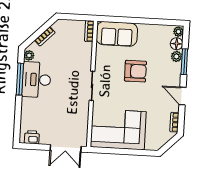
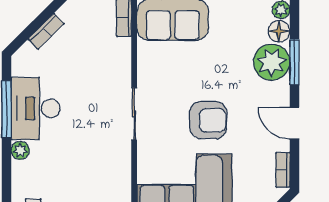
plant: (29, 55) -> (20, 150), moved
plant: (176, 56) -> (272, 62), width x1.87, depth x1.87
armchair: (135, 71) -> (208, 120), moved

